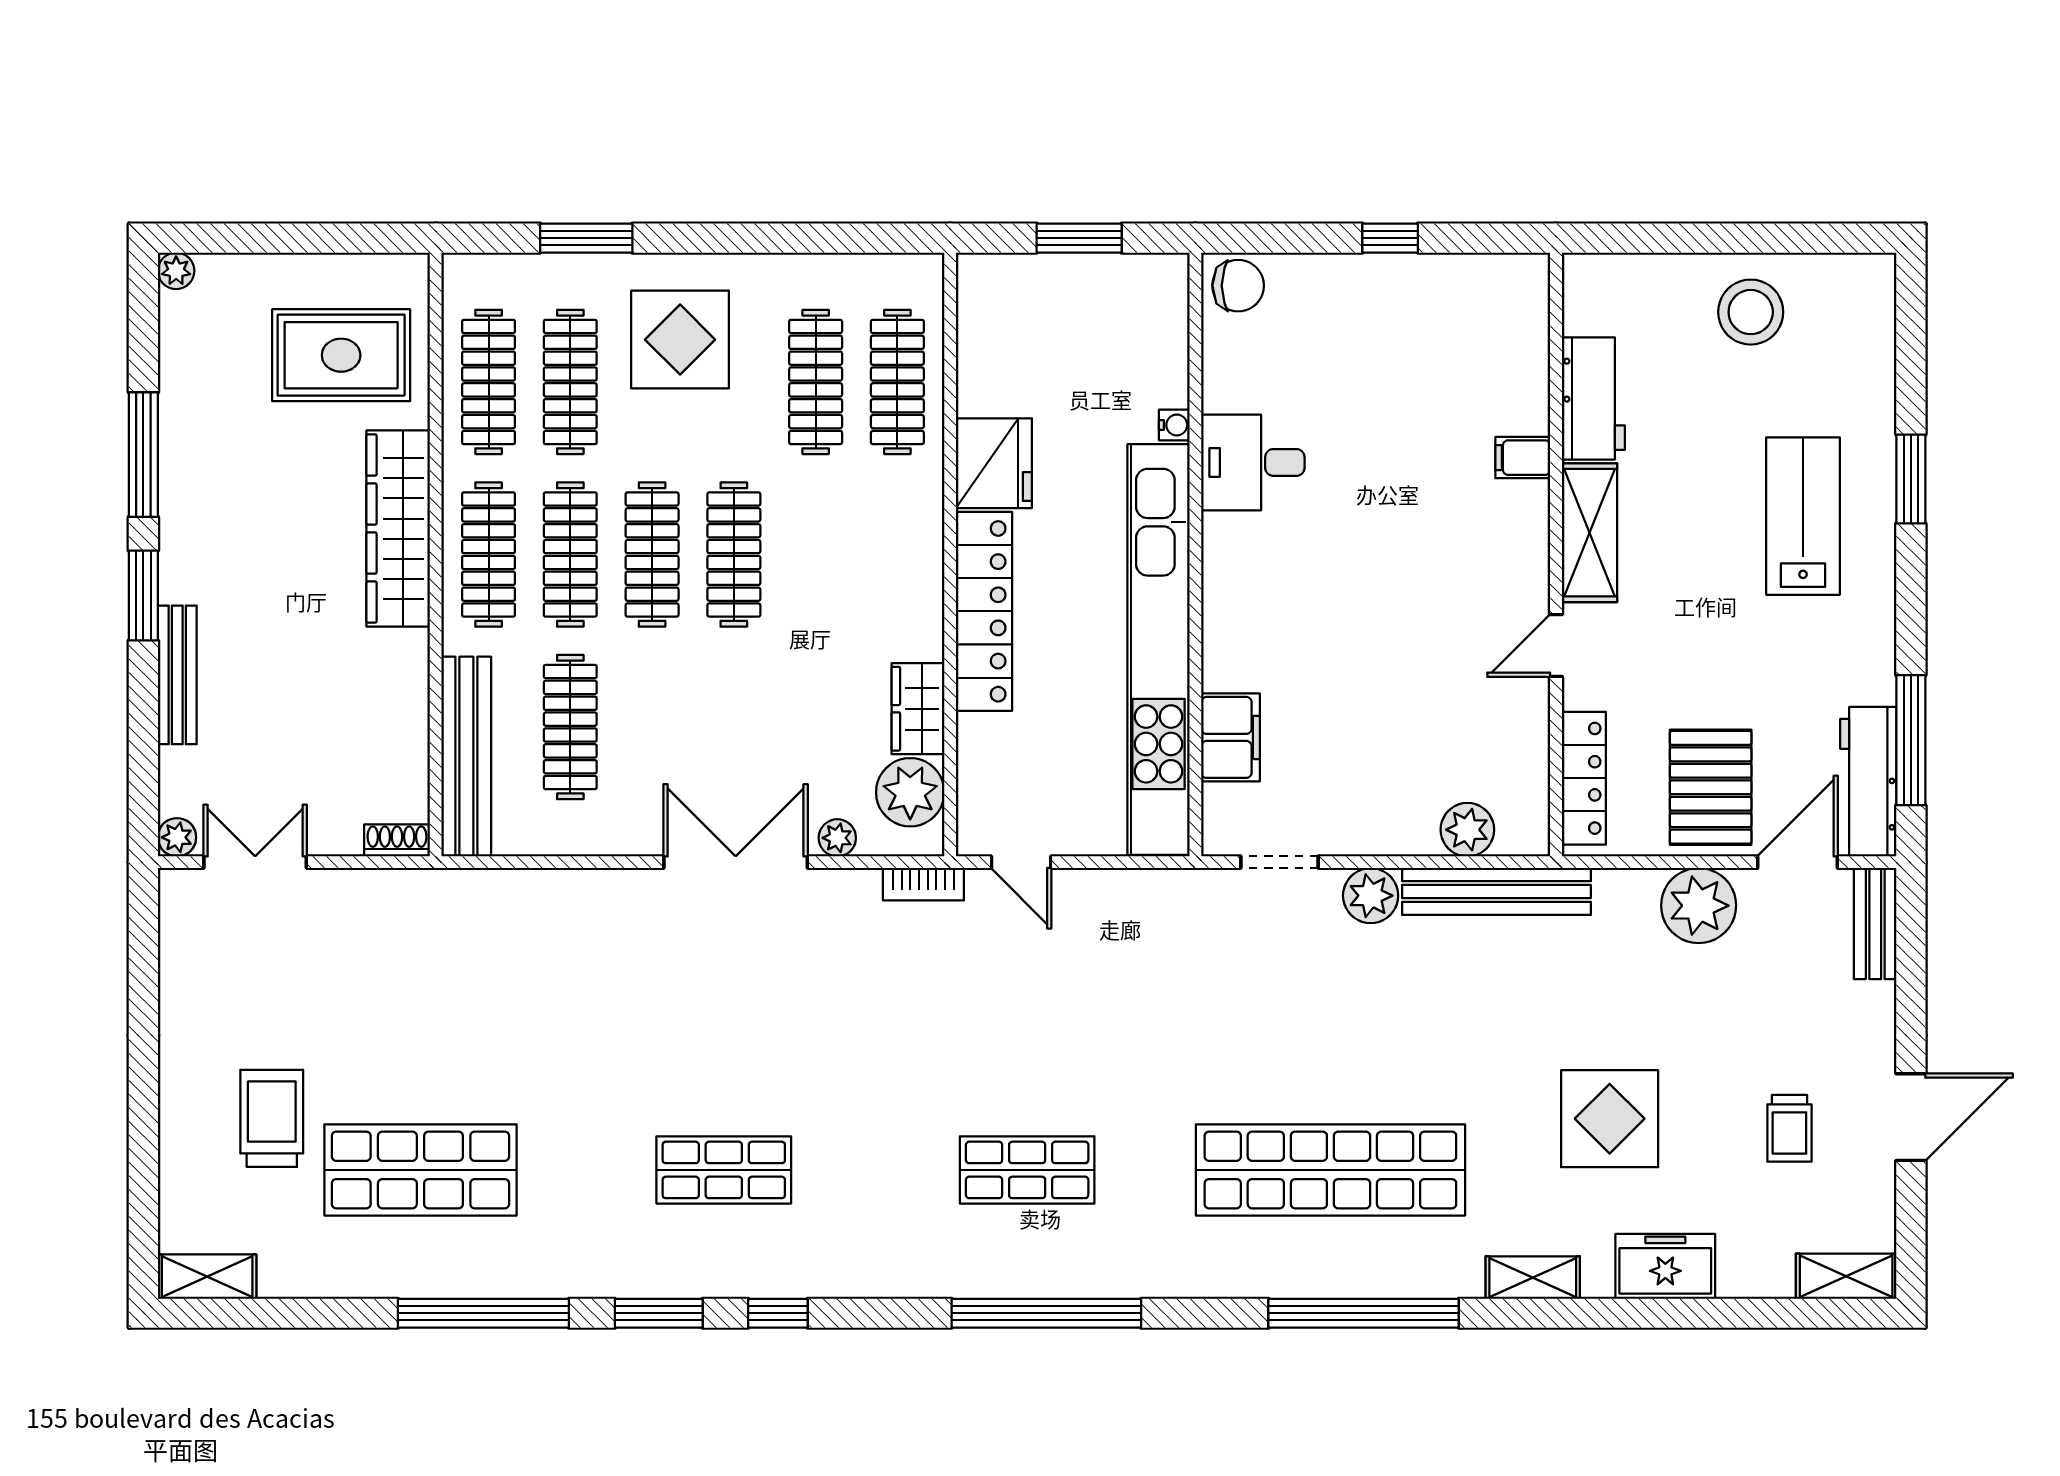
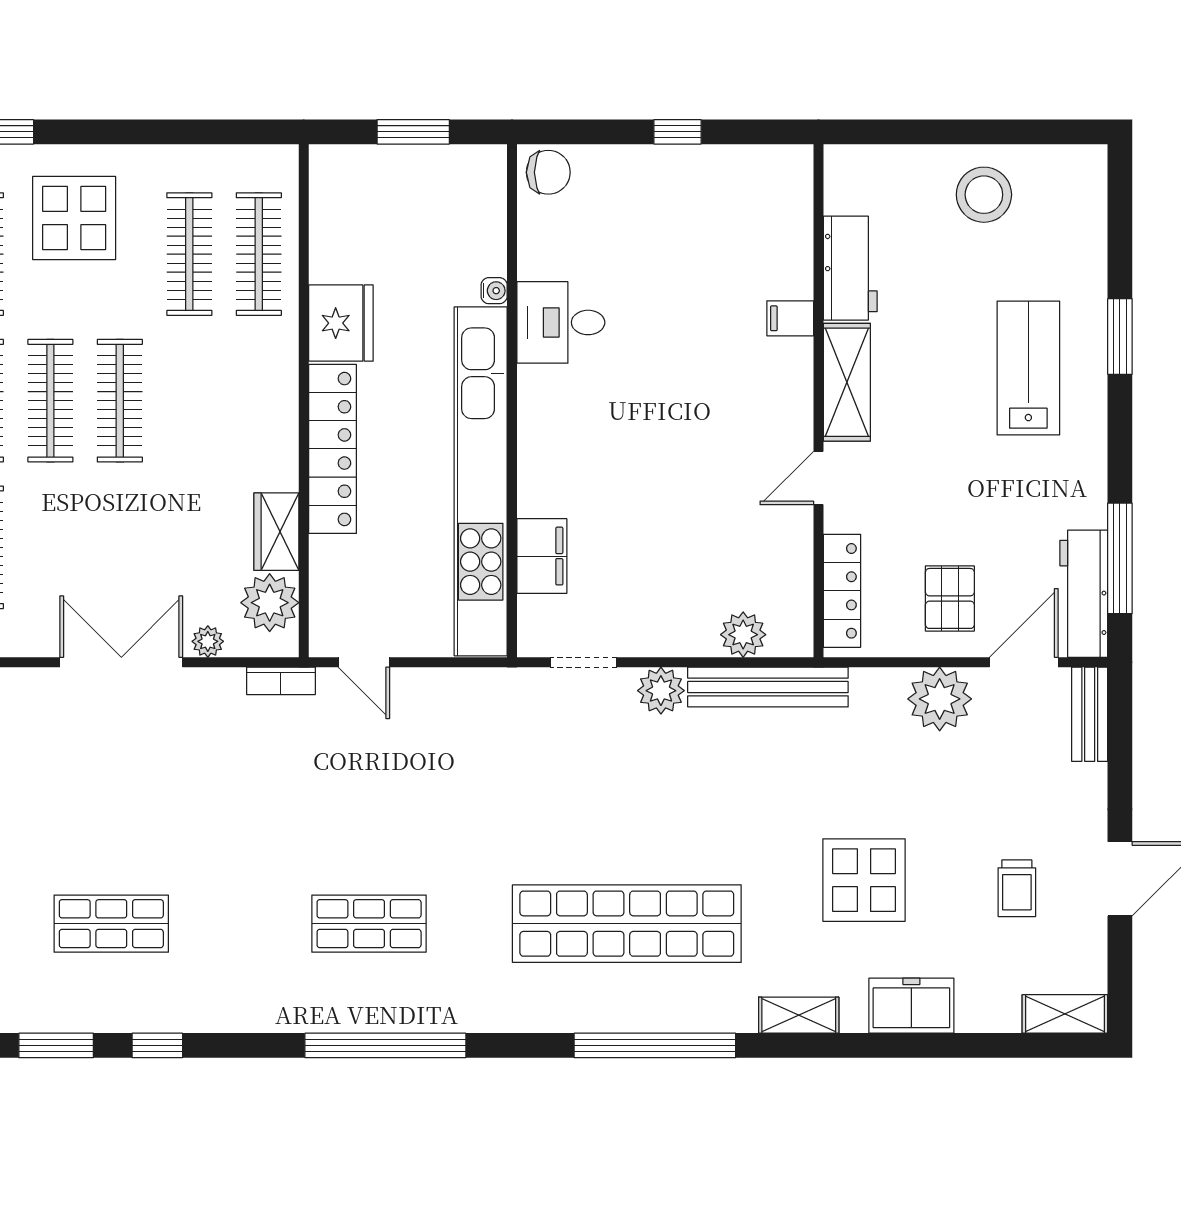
pallet: (1711, 787) -> (950, 598), width x0.67, depth x0.71

